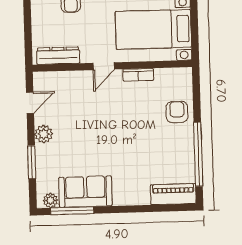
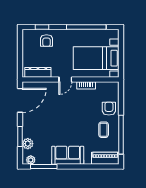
door: (30, 103) -> (20, 100), width x1.87
plant: (44, 134) -> (28, 144), moved
coffee table: (169, 147) -> (104, 130), added
sofa: (85, 192) -> (68, 155), moved

